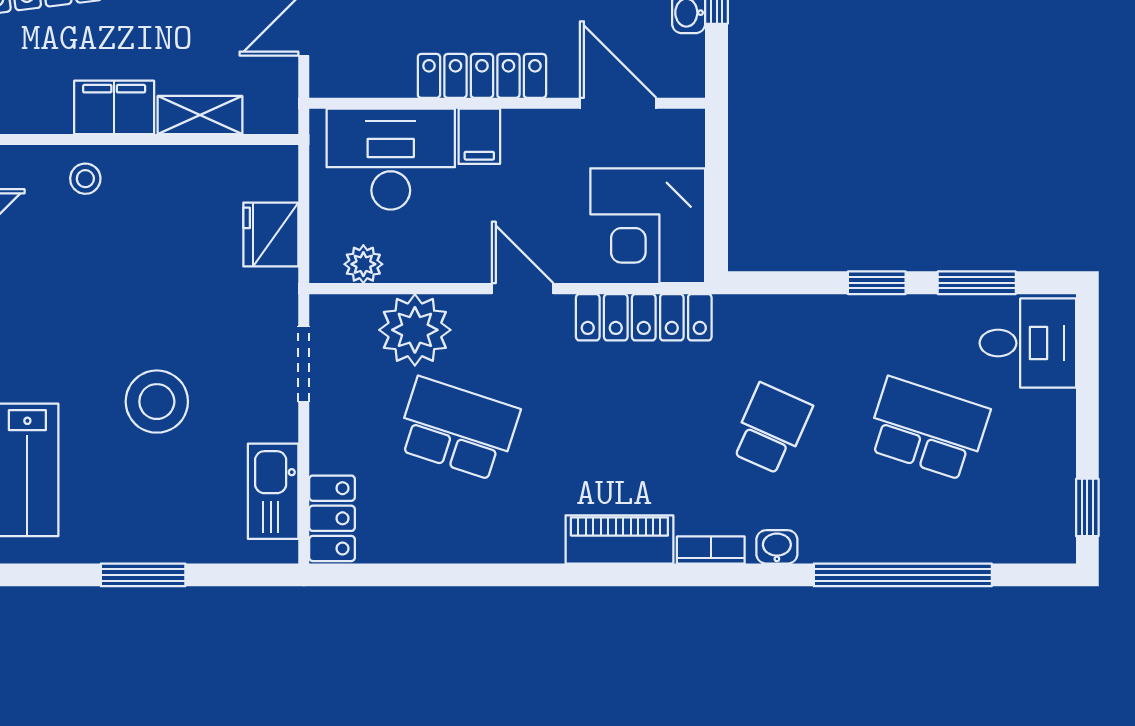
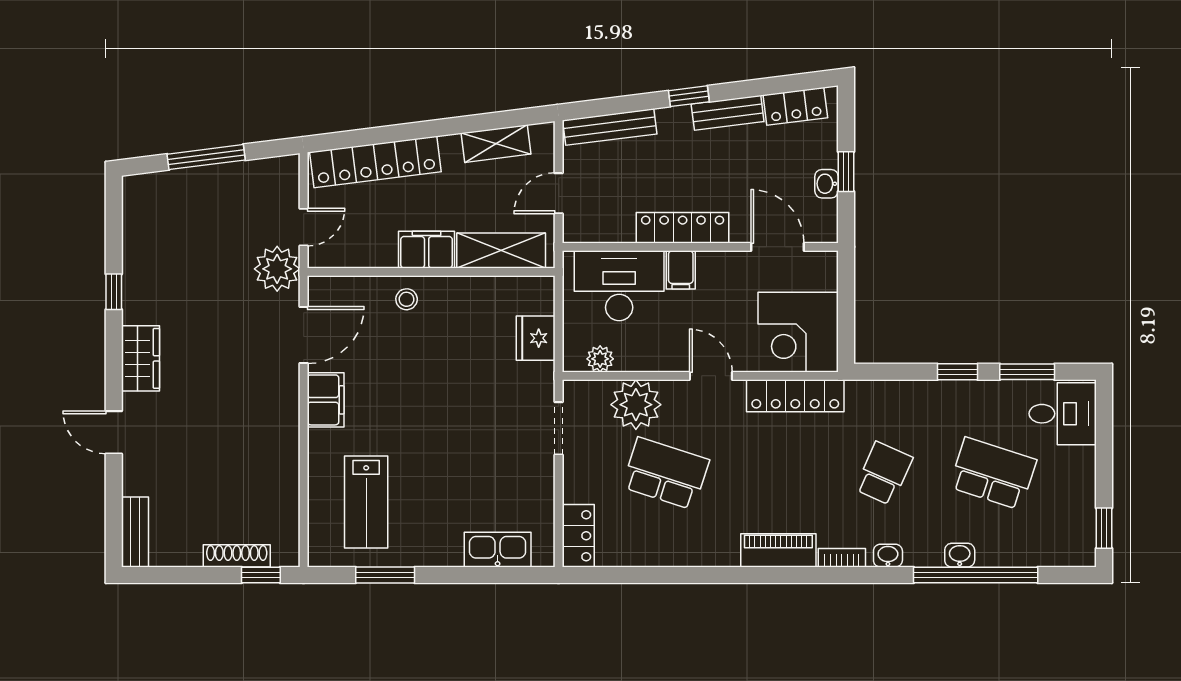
shelving: (200, 115) -> (501, 251), width x1.50, depth x1.33
stool: (157, 402) -> (456, 454), removed
kitchen sink: (273, 491) -> (498, 550), moved, turned 90
washbasin: (880, 546) -> (960, 555), added
window: (143, 575) -> (385, 575), moved

